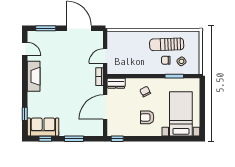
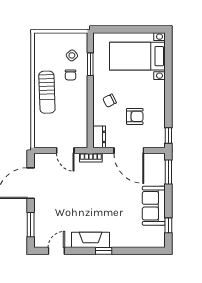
sun lounger: (167, 44) -> (47, 92), moved
window: (25, 114) -> (104, 251), moved
armchair: (147, 117) -> (135, 116), moved, turned -90
sofa: (43, 127) -> (154, 206), moved
window: (74, 139) -> (168, 172), moved

